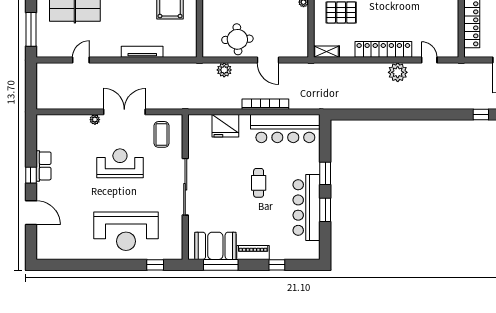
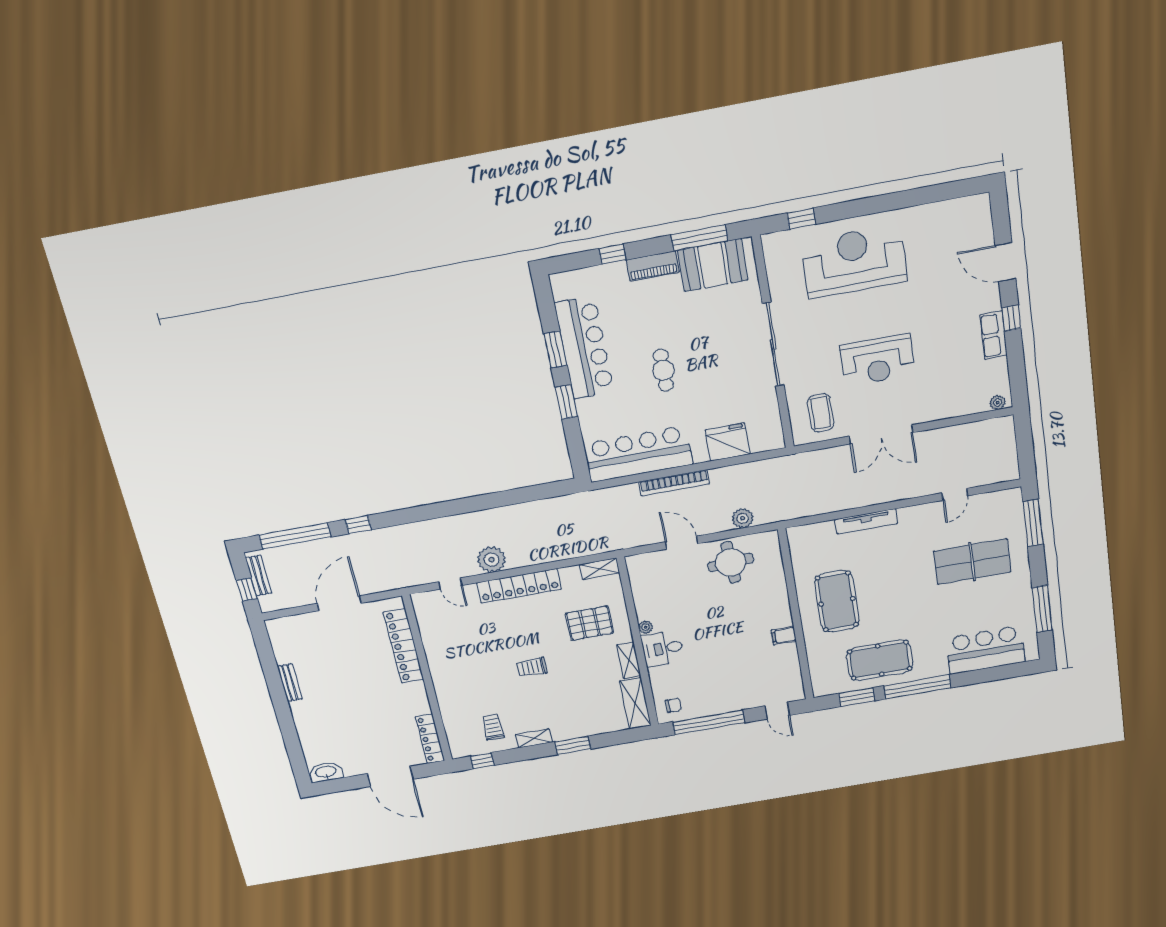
plant: (95, 120) -> (998, 403), moved

